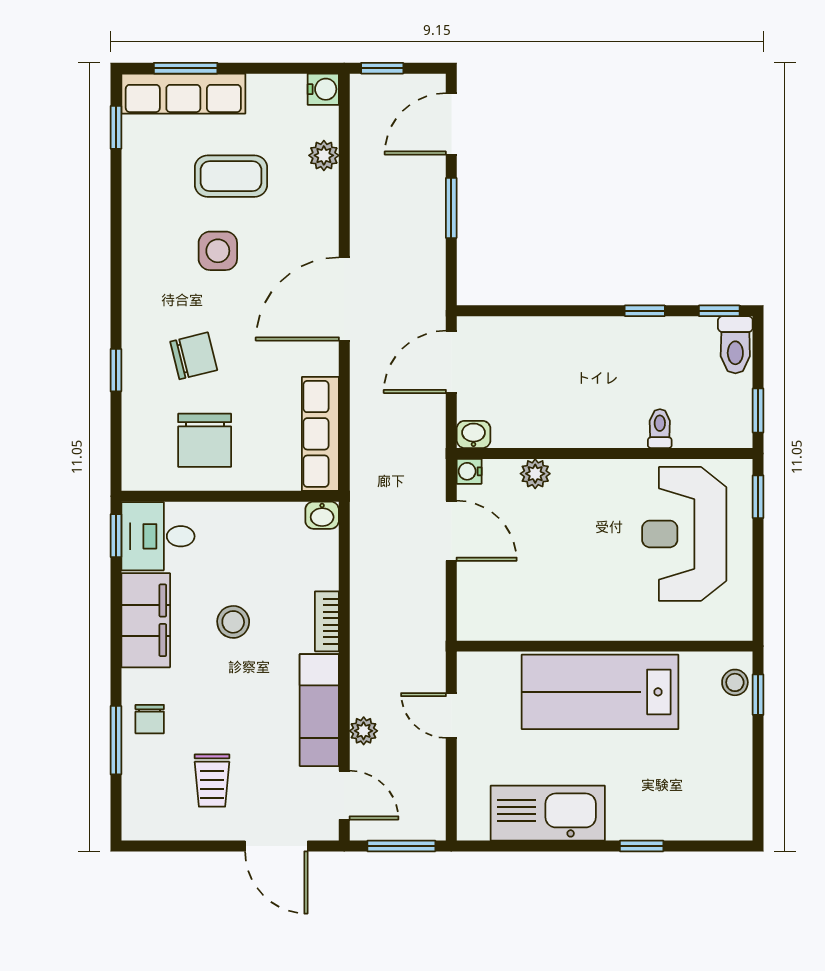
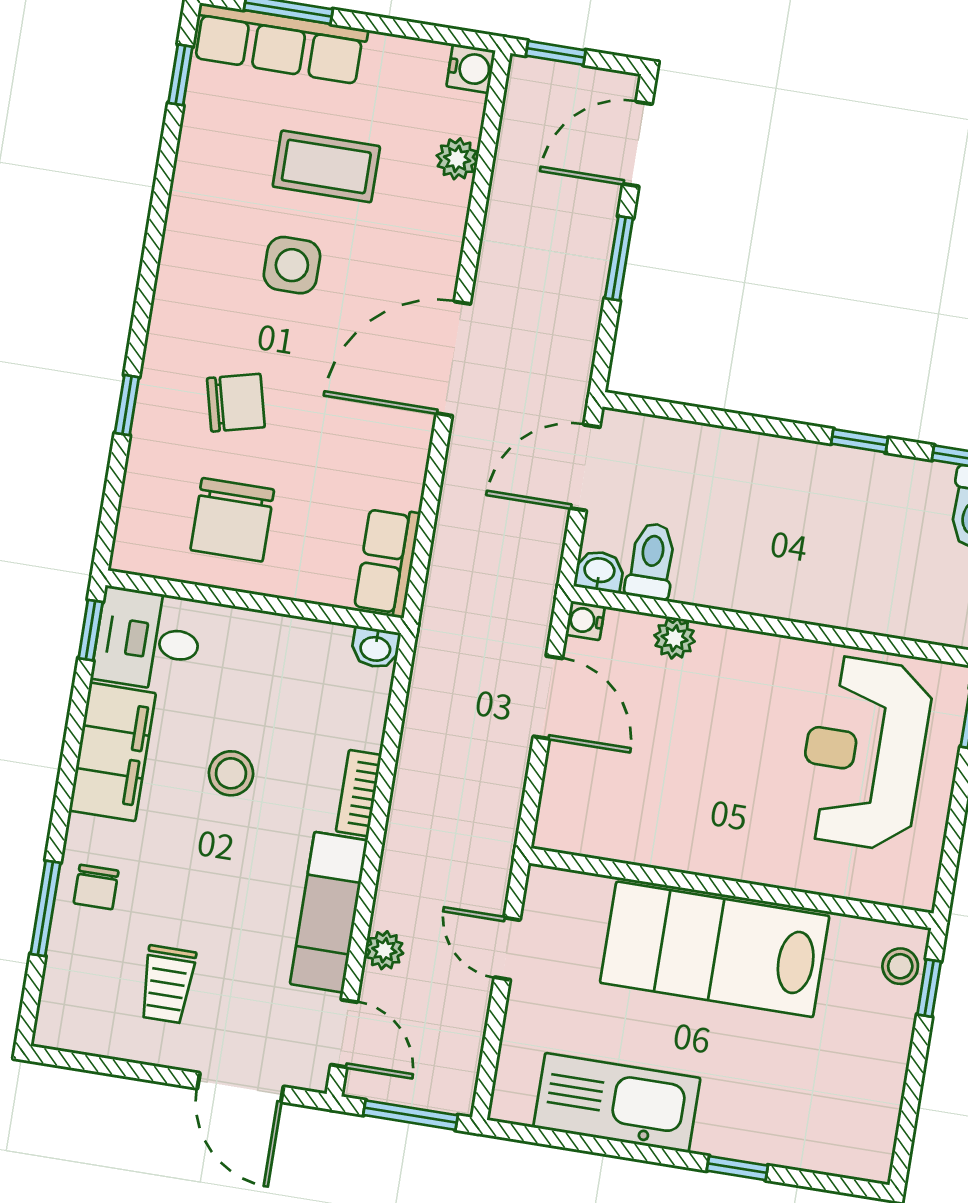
toilet: (660, 429) -> (651, 561), moved, width x1.37, depth x1.39
row of seats: (320, 434) -> (387, 562), width x0.68

